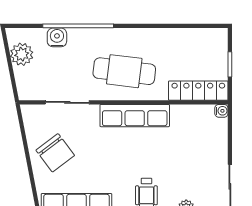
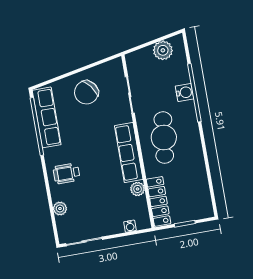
water cooler: (57, 37) -> (185, 92), moved
water cooler: (221, 111) -> (130, 226), moved
plant: (179, 113) -> (138, 189), added

